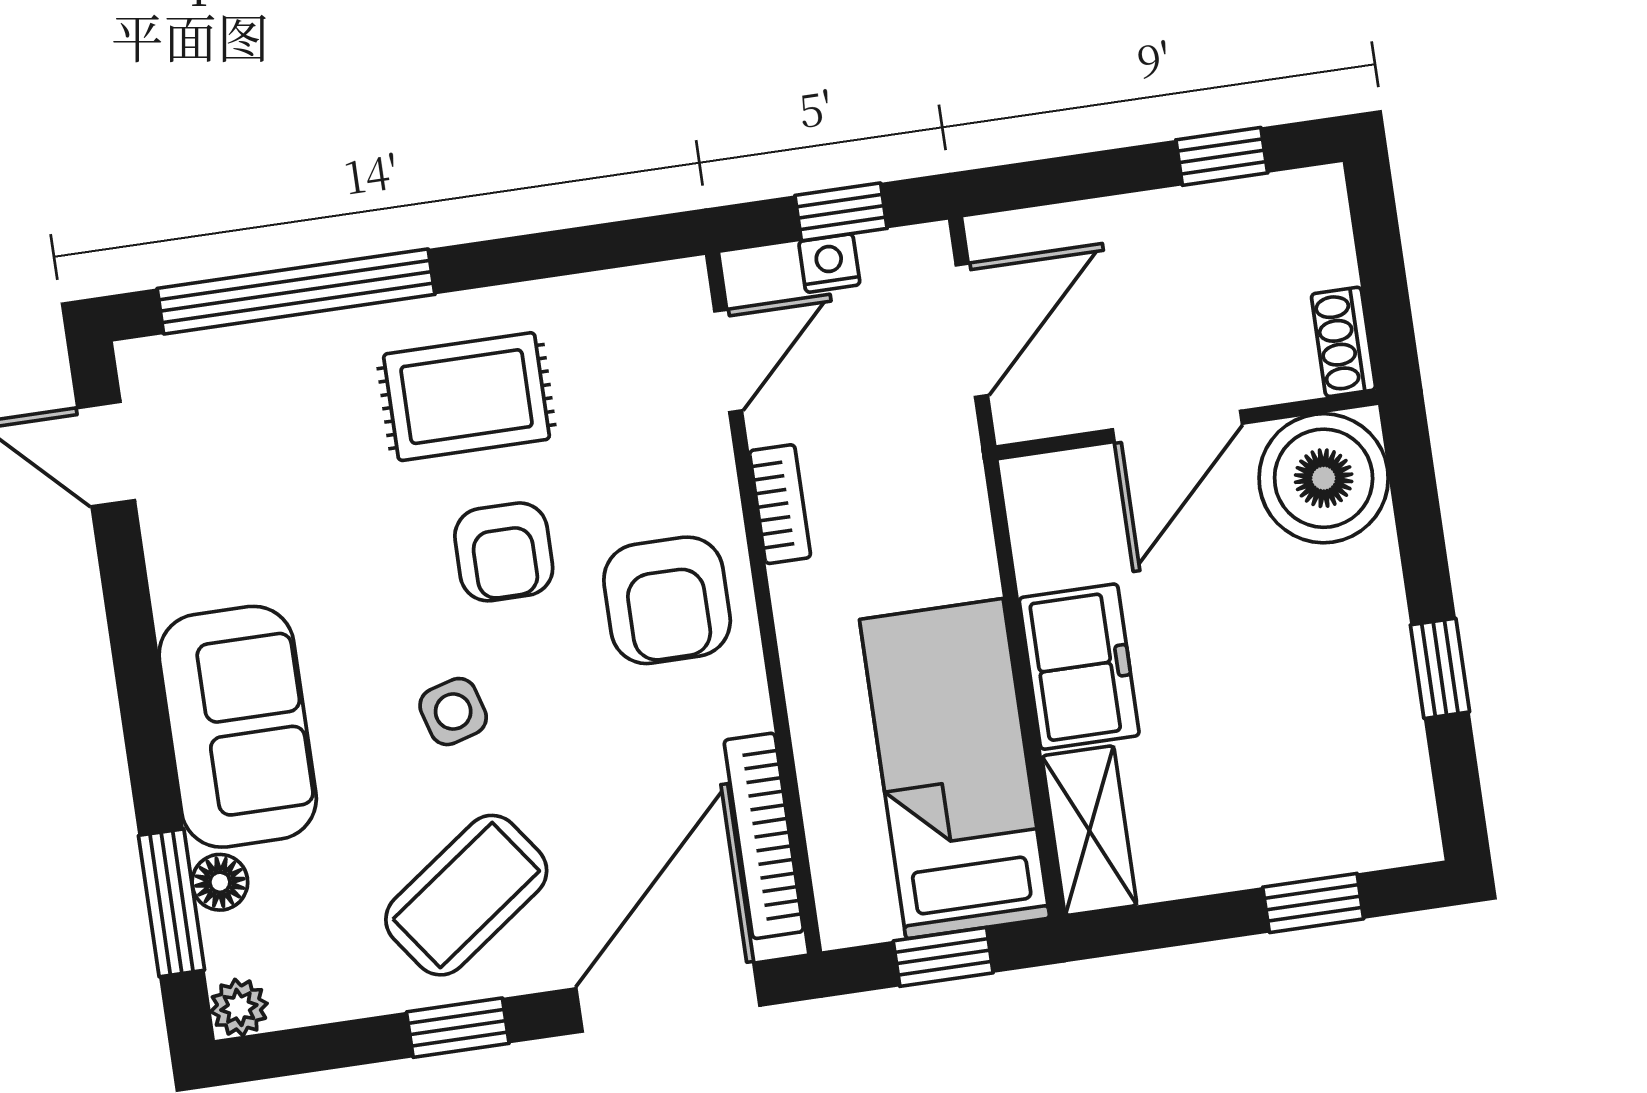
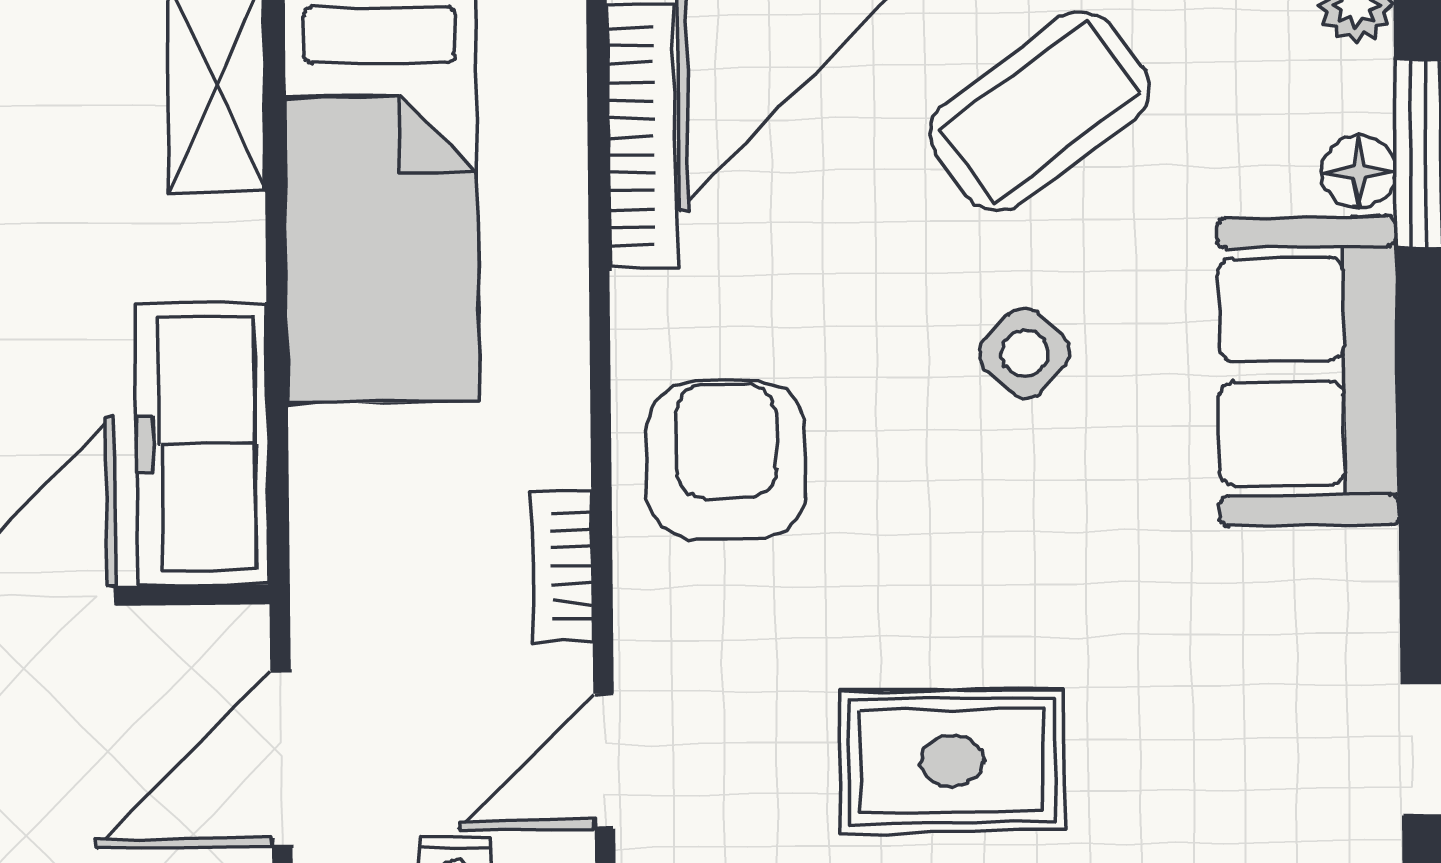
armchair: (504, 552) -> (930, 552), removed
freezer: (1079, 667) -> (202, 443), moved, width x1.40
side table: (453, 712) -> (1025, 353), turned -31

